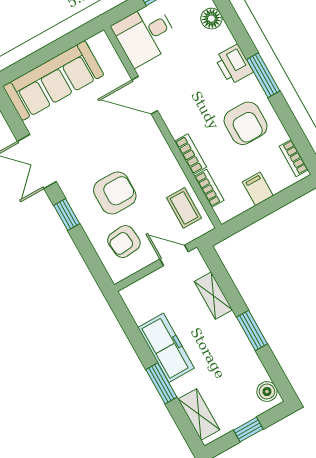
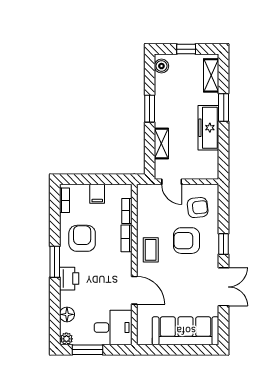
coffee table: (184, 208) -> (151, 250), moved

